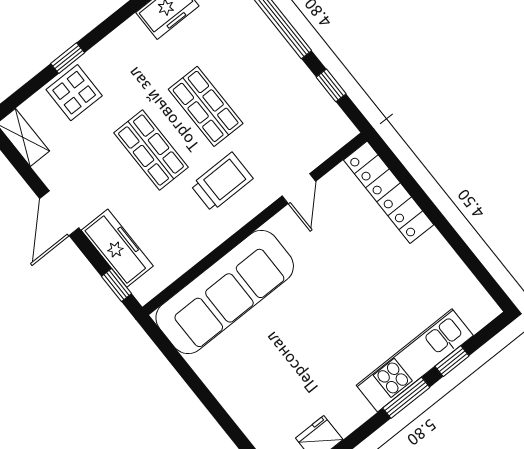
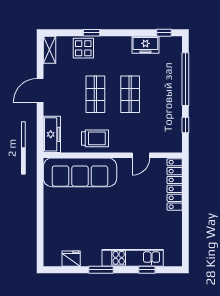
trolley: (222, 182) -> (95, 138), moved
freezer: (117, 248) -> (52, 134), moved
window: (117, 285) -> (40, 136), removed
window: (406, 398) -> (101, 270), moved

